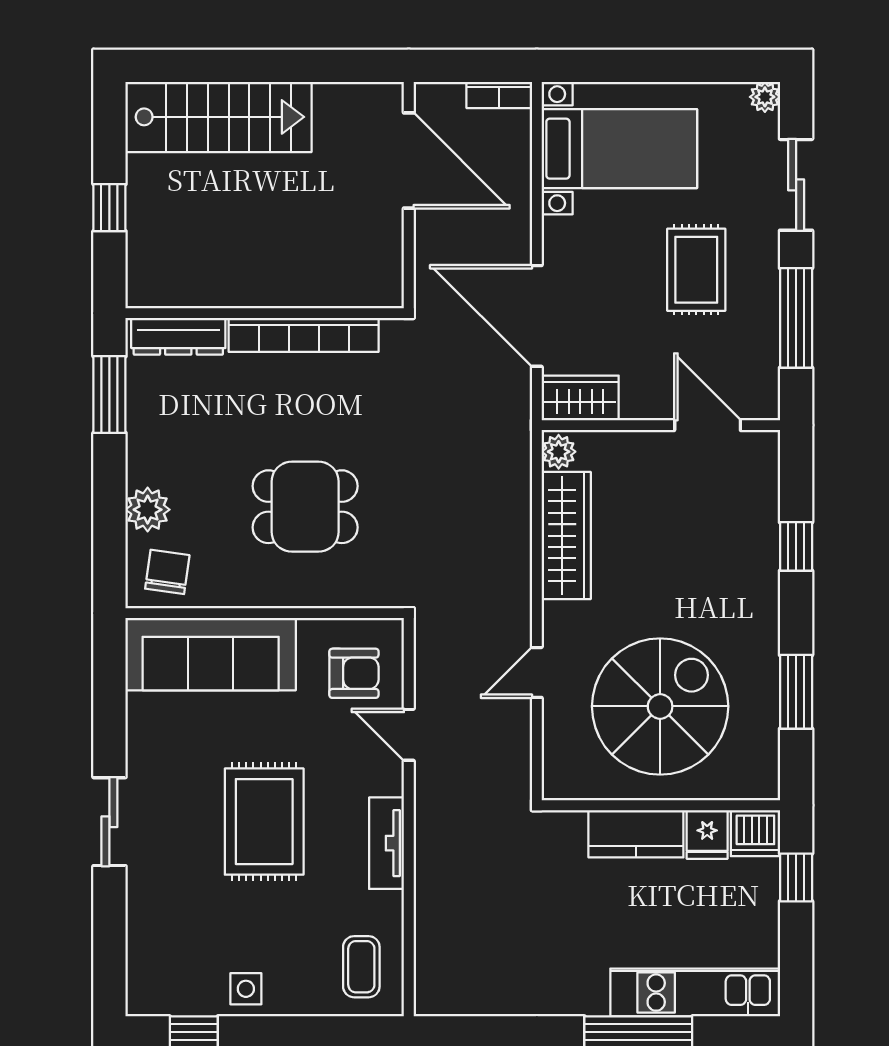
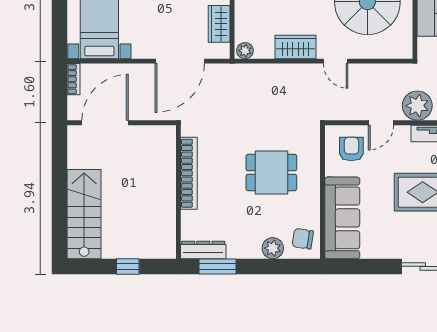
dresser: (178, 336) -> (203, 250), moved, turned -90
wardrobe: (580, 398) -> (219, 24), moved
dining table: (305, 507) -> (271, 173), turned 90
wardrobe: (566, 536) -> (295, 47), width x0.67
door: (537, 672) -> (336, 61), moved
plant: (444, 810) -> (417, 106), added

